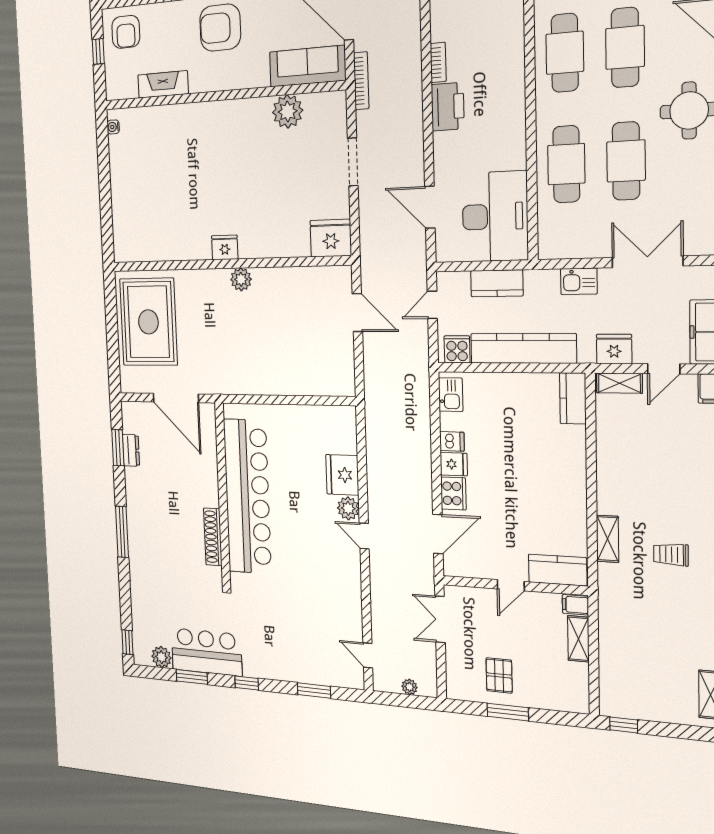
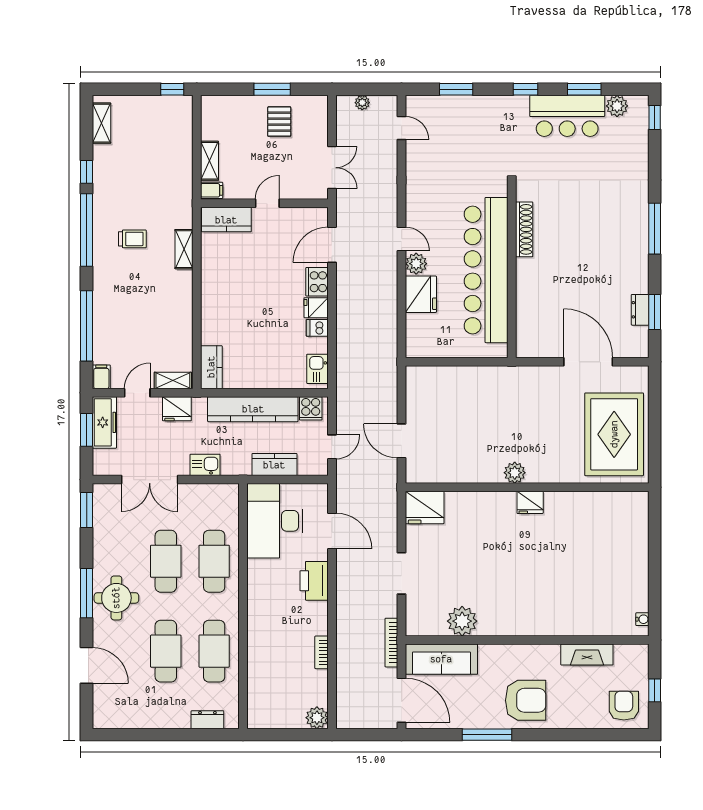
printer: (448, 107) -> (314, 581), moved
wall: (223, 494) -> (512, 271), moved
bar counter: (247, 496) -> (486, 270), moved
shoe rack: (213, 537) -> (524, 229), moved

